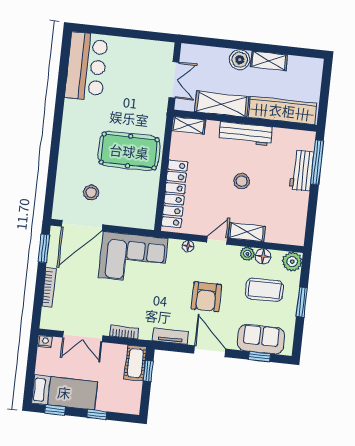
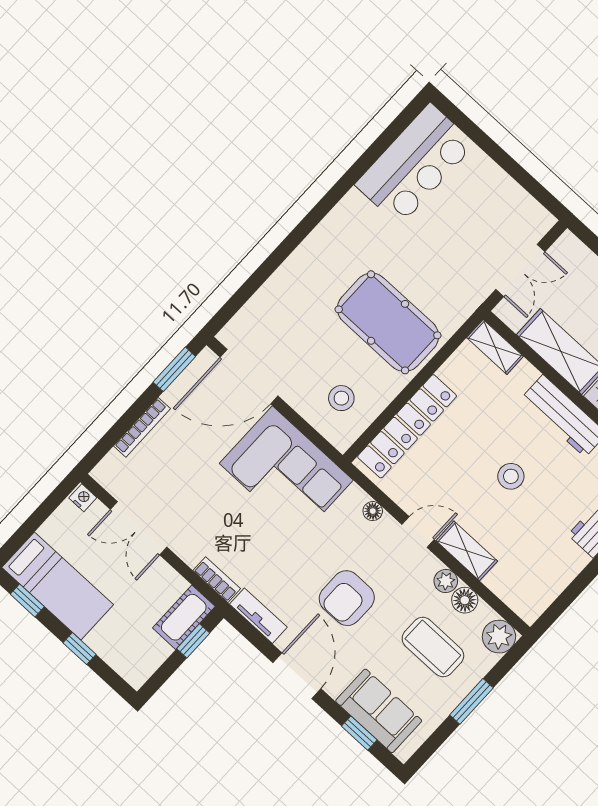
stool: (91, 193) -> (341, 398), moved
bookcase: (124, 332) -> (217, 580), moved

